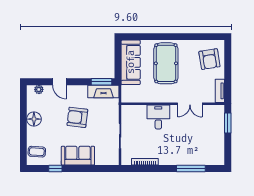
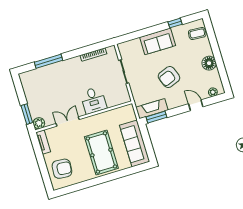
armchair: (209, 59) -> (62, 169), turned 104
plant: (219, 111) -> (39, 123), added
armchair: (77, 117) -> (169, 77), turned 152

